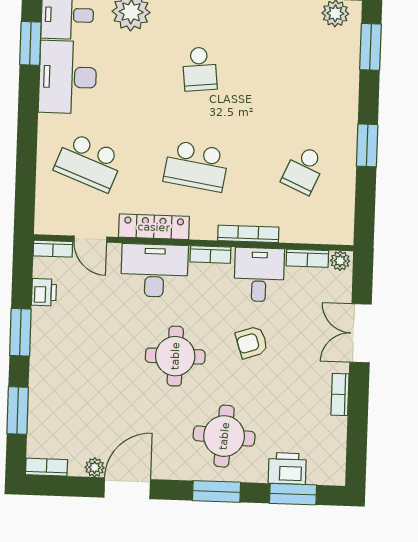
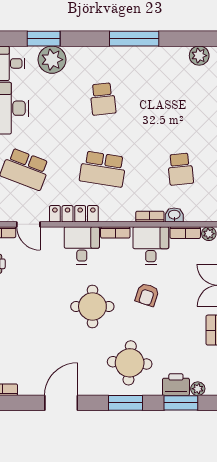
school desk: (304, 170) -> (180, 169), turned -30
washbasin: (293, 233) -> (174, 215), added
bookcase: (248, 234) -> (150, 217), width x0.64
desk: (154, 271) -> (82, 245), width x0.73
armchair: (252, 342) -> (147, 295), turned -54
plant: (95, 467) -> (198, 389), moved

